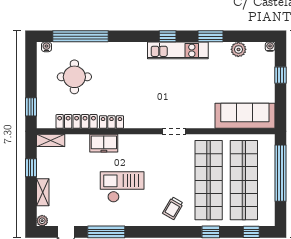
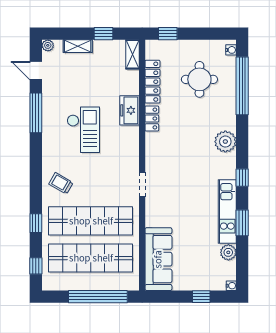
kitchen unit: (178, 50) -> (227, 211), moved
plant: (133, 52) -> (225, 142), added

